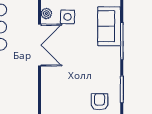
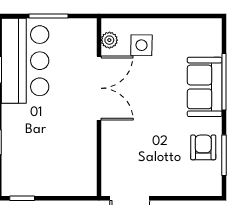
sofa: (109, 26) -> (205, 87), moved
armchair: (100, 102) -> (203, 147), moved

